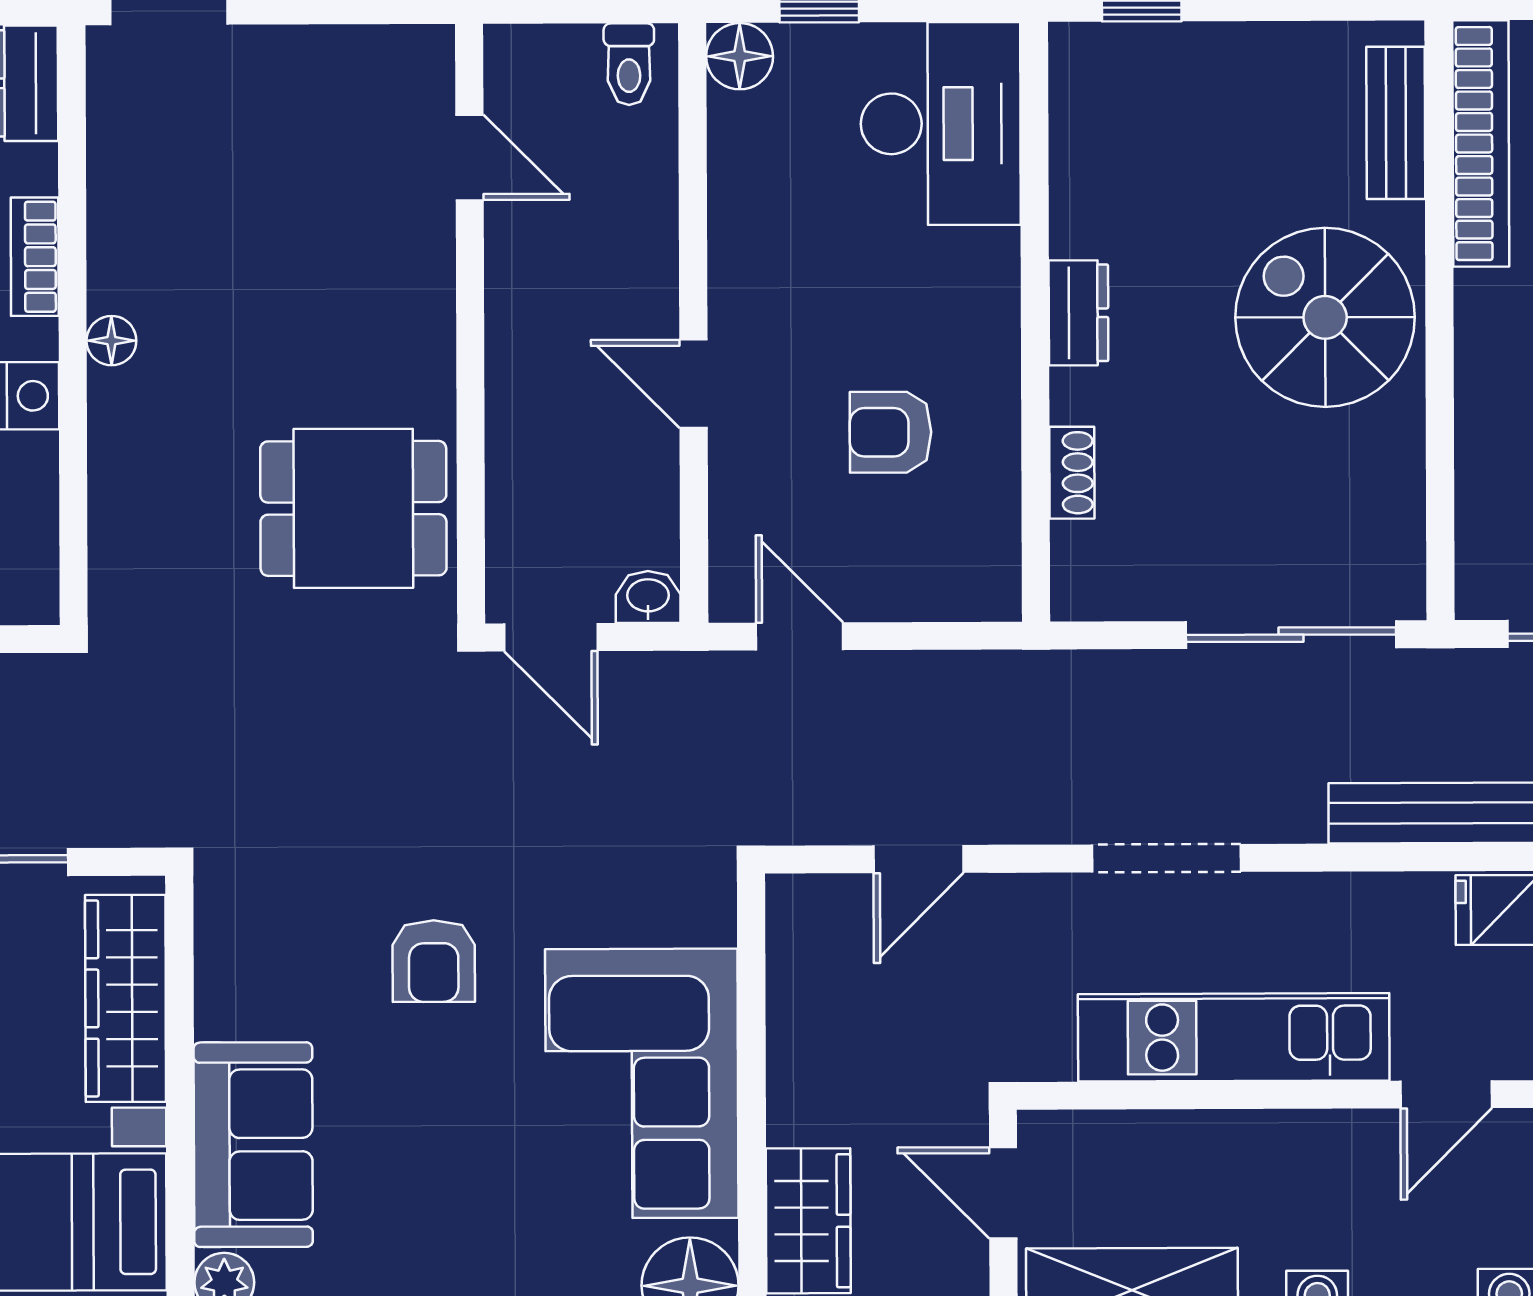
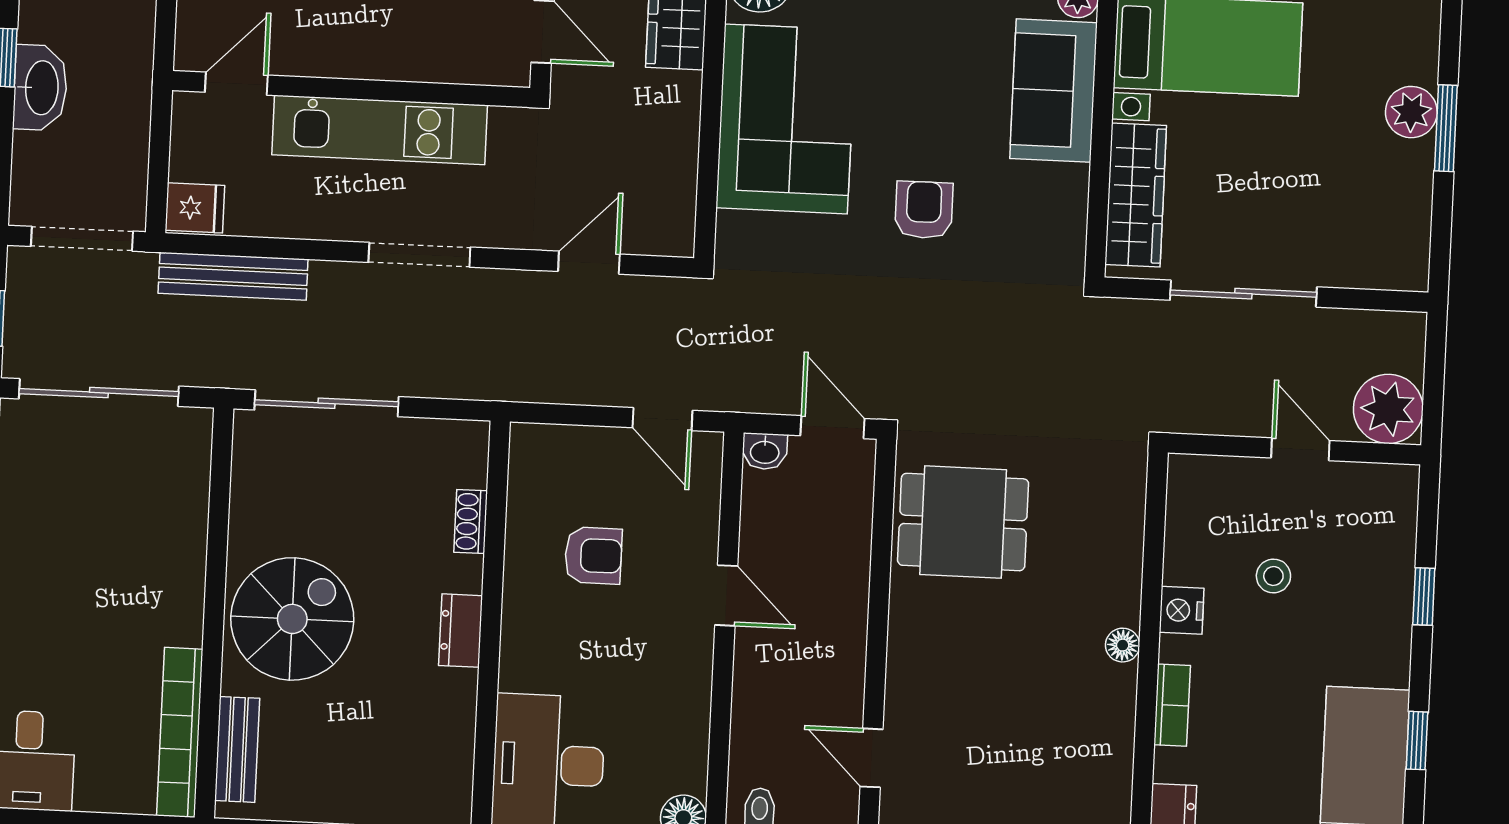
spiral stairs: (1325, 317) -> (292, 619), turned -90

